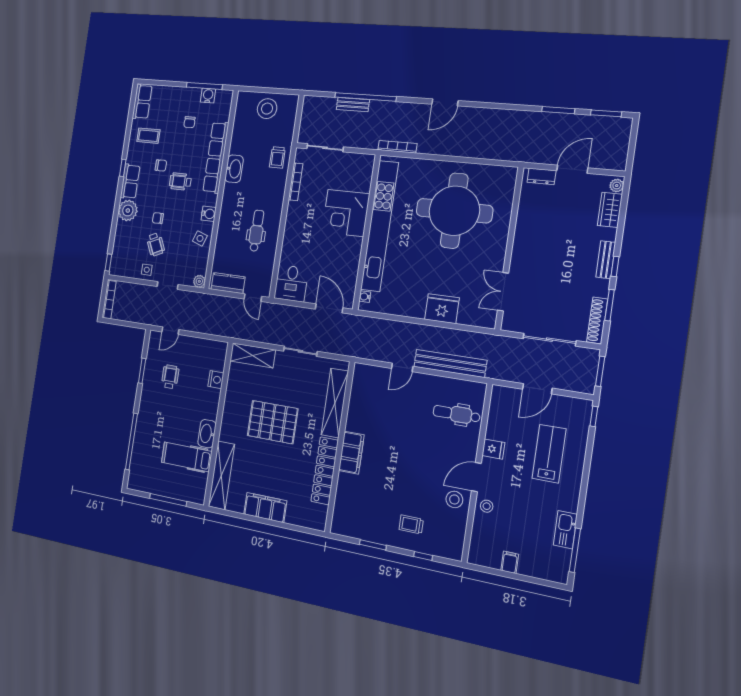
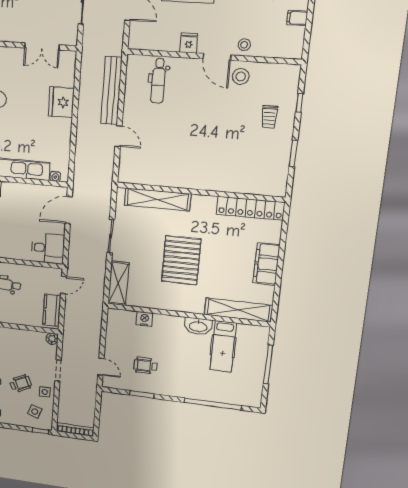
side table: (200, 238) -> (35, 412), moved
filing cabinet: (351, 453) -> (204, 180), removed
locker: (325, 471) -> (250, 208), moved

